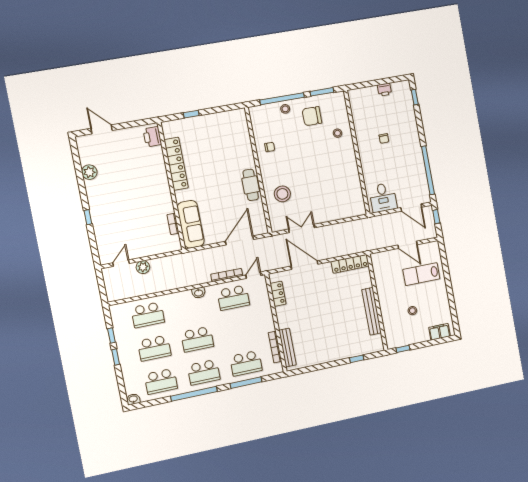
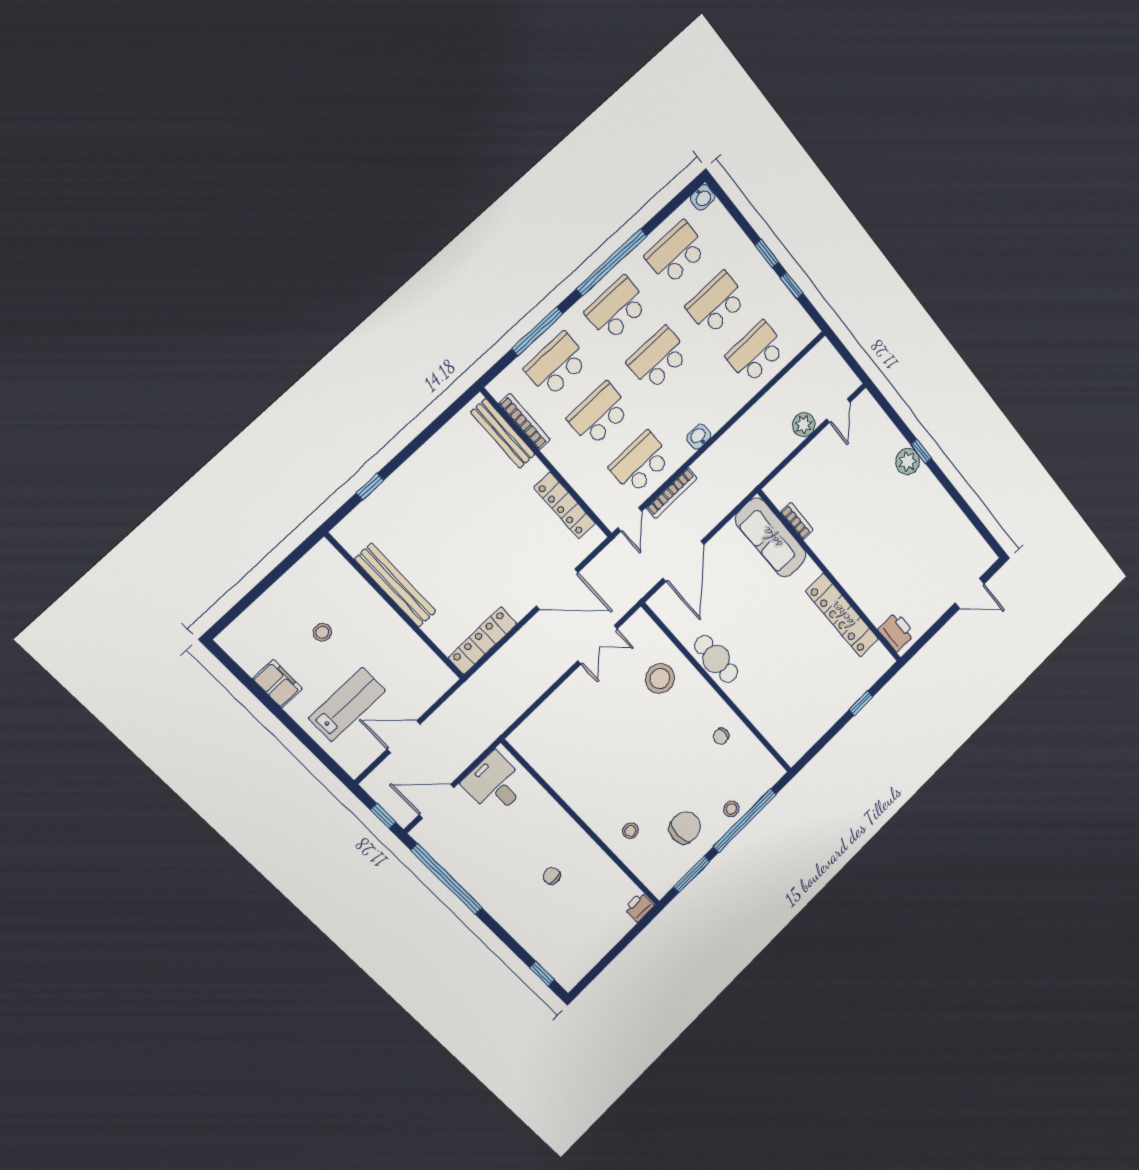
printer: (384, 90) -> (639, 907), moved
plant: (89, 172) -> (908, 461), moved
locker: (278, 294) -> (565, 506), width x1.53
school desk: (240, 331) -> (599, 414), added
filing cabinet: (439, 332) -> (277, 684), moved, turned -90
window: (403, 349) -> (296, 555), removed

